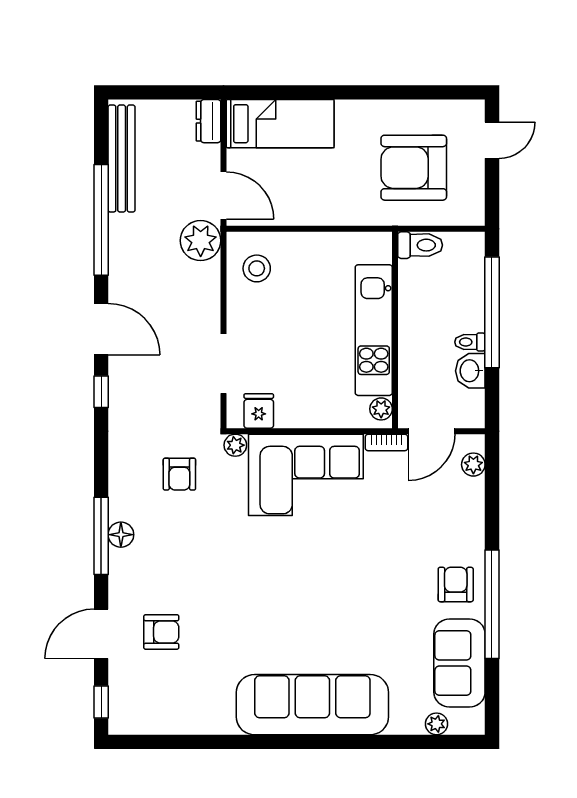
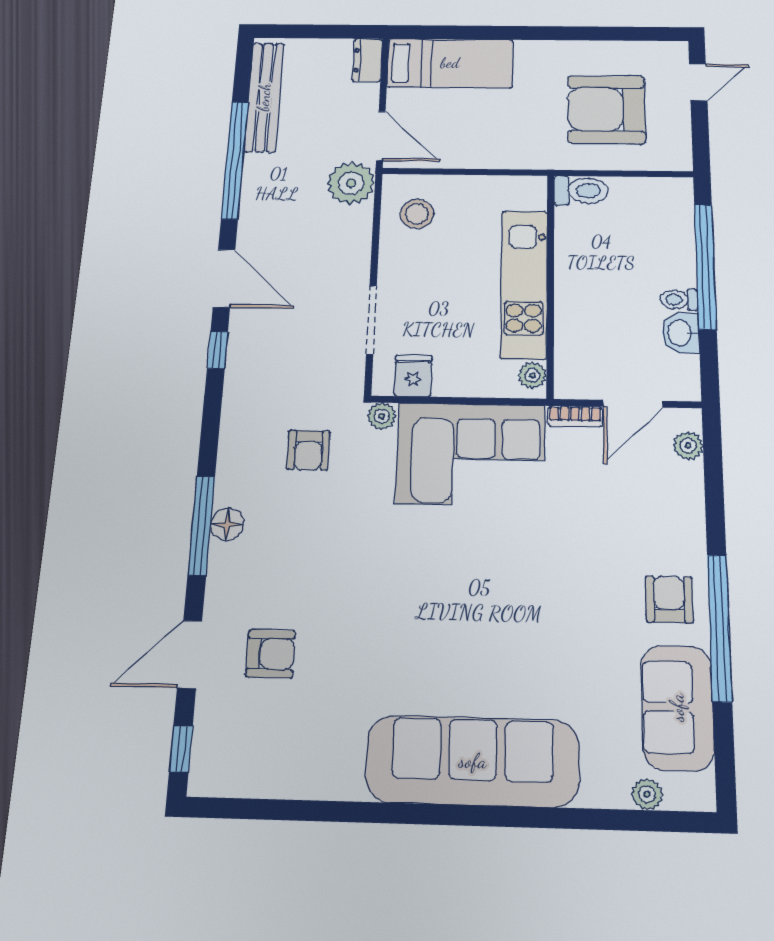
toilet: (420, 245) -> (581, 191), moved
kitchen unit: (374, 330) -> (524, 284), moved
wall: (395, 330) -> (550, 284), moved
plant: (381, 409) -> (532, 375), moved

